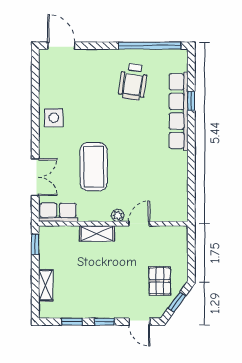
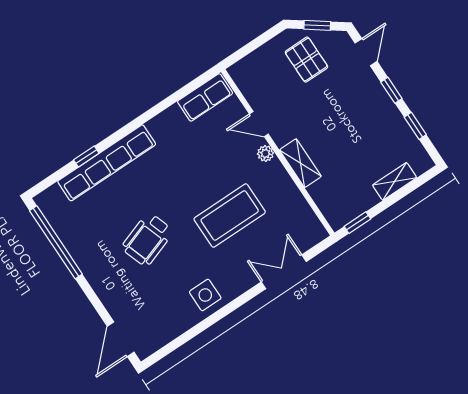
wheelchair: (133, 82) -> (147, 239), moved, turned 153
row of seats: (58, 212) -> (205, 97), moved, turned -90
pallet: (160, 281) -> (306, 60), turned 90

